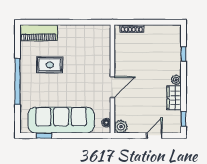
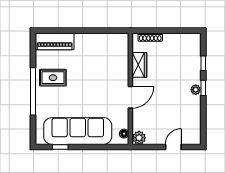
rug: (50, 65) -> (53, 78), moved
wardrobe: (174, 98) -> (139, 65), moved, turned 180
window: (183, 119) -> (203, 88), moved

